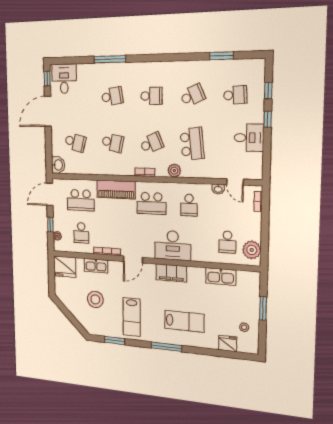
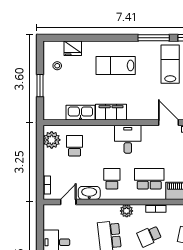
door: (235, 182) -> (68, 202), hinge flipped
washbasin: (218, 189) -> (89, 193), width x1.91, depth x1.45
desk: (173, 245) -> (128, 139), width x0.73
door: (133, 259) -> (169, 123), hinge flipped
filing cabinet: (171, 273) -> (111, 112), moved
window: (166, 347) -> (154, 38), moved

